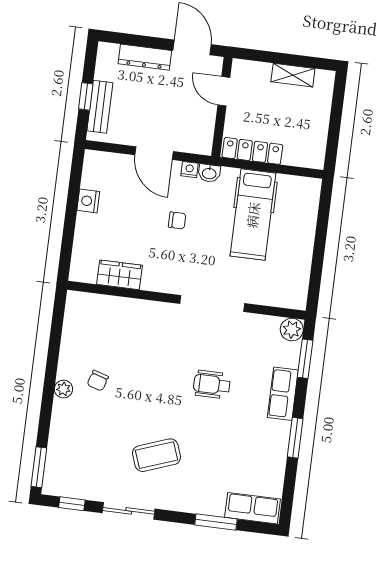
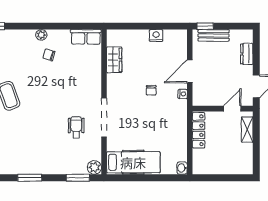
dresser: (145, 57) -> (247, 54), width x0.70
shelving: (293, 75) -> (247, 130), moved
window: (86, 96) -> (205, 26), moved
washbasin: (209, 173) -> (182, 168), moved
hospital bed: (253, 215) -> (133, 162), moved, turned 180
wheelchair: (212, 385) -> (76, 127), moved
row of seats: (283, 394) -> (86, 37), moved, turned 180

